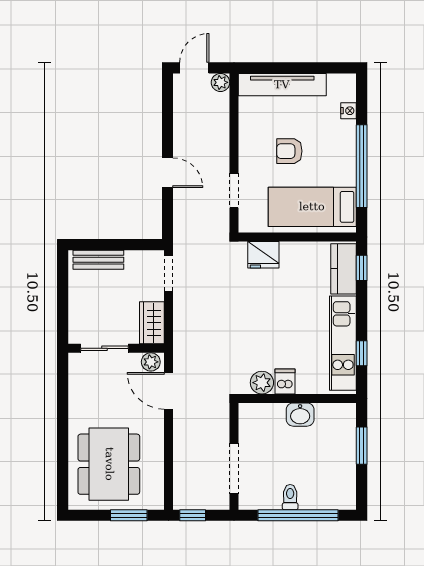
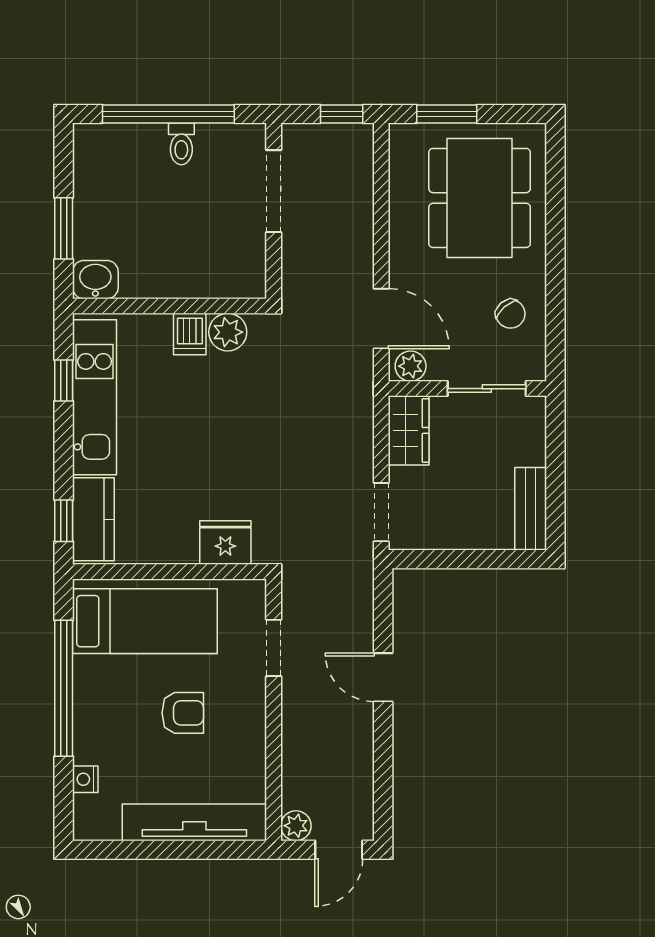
bench: (98, 260) -> (531, 509), moved, turned 90
chair: (90, 394) -> (510, 314), added
washbasin: (300, 415) -> (95, 280), moved

